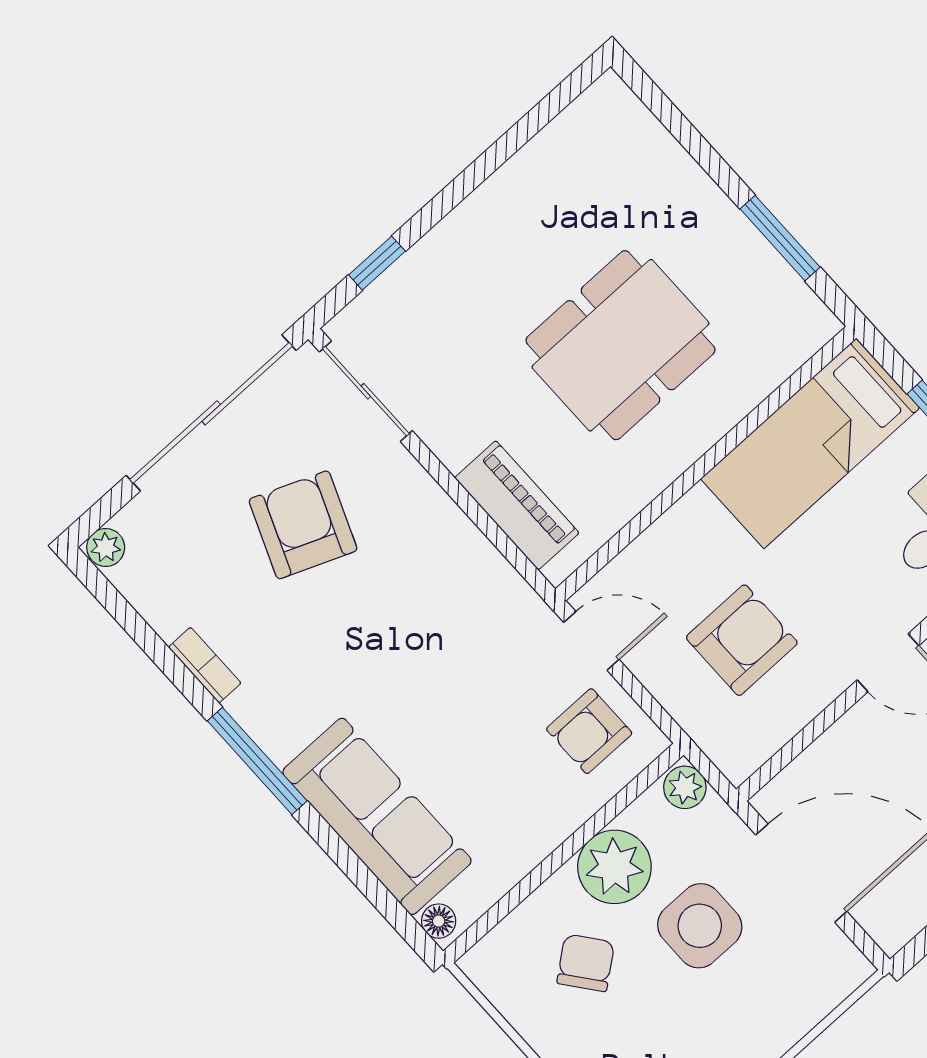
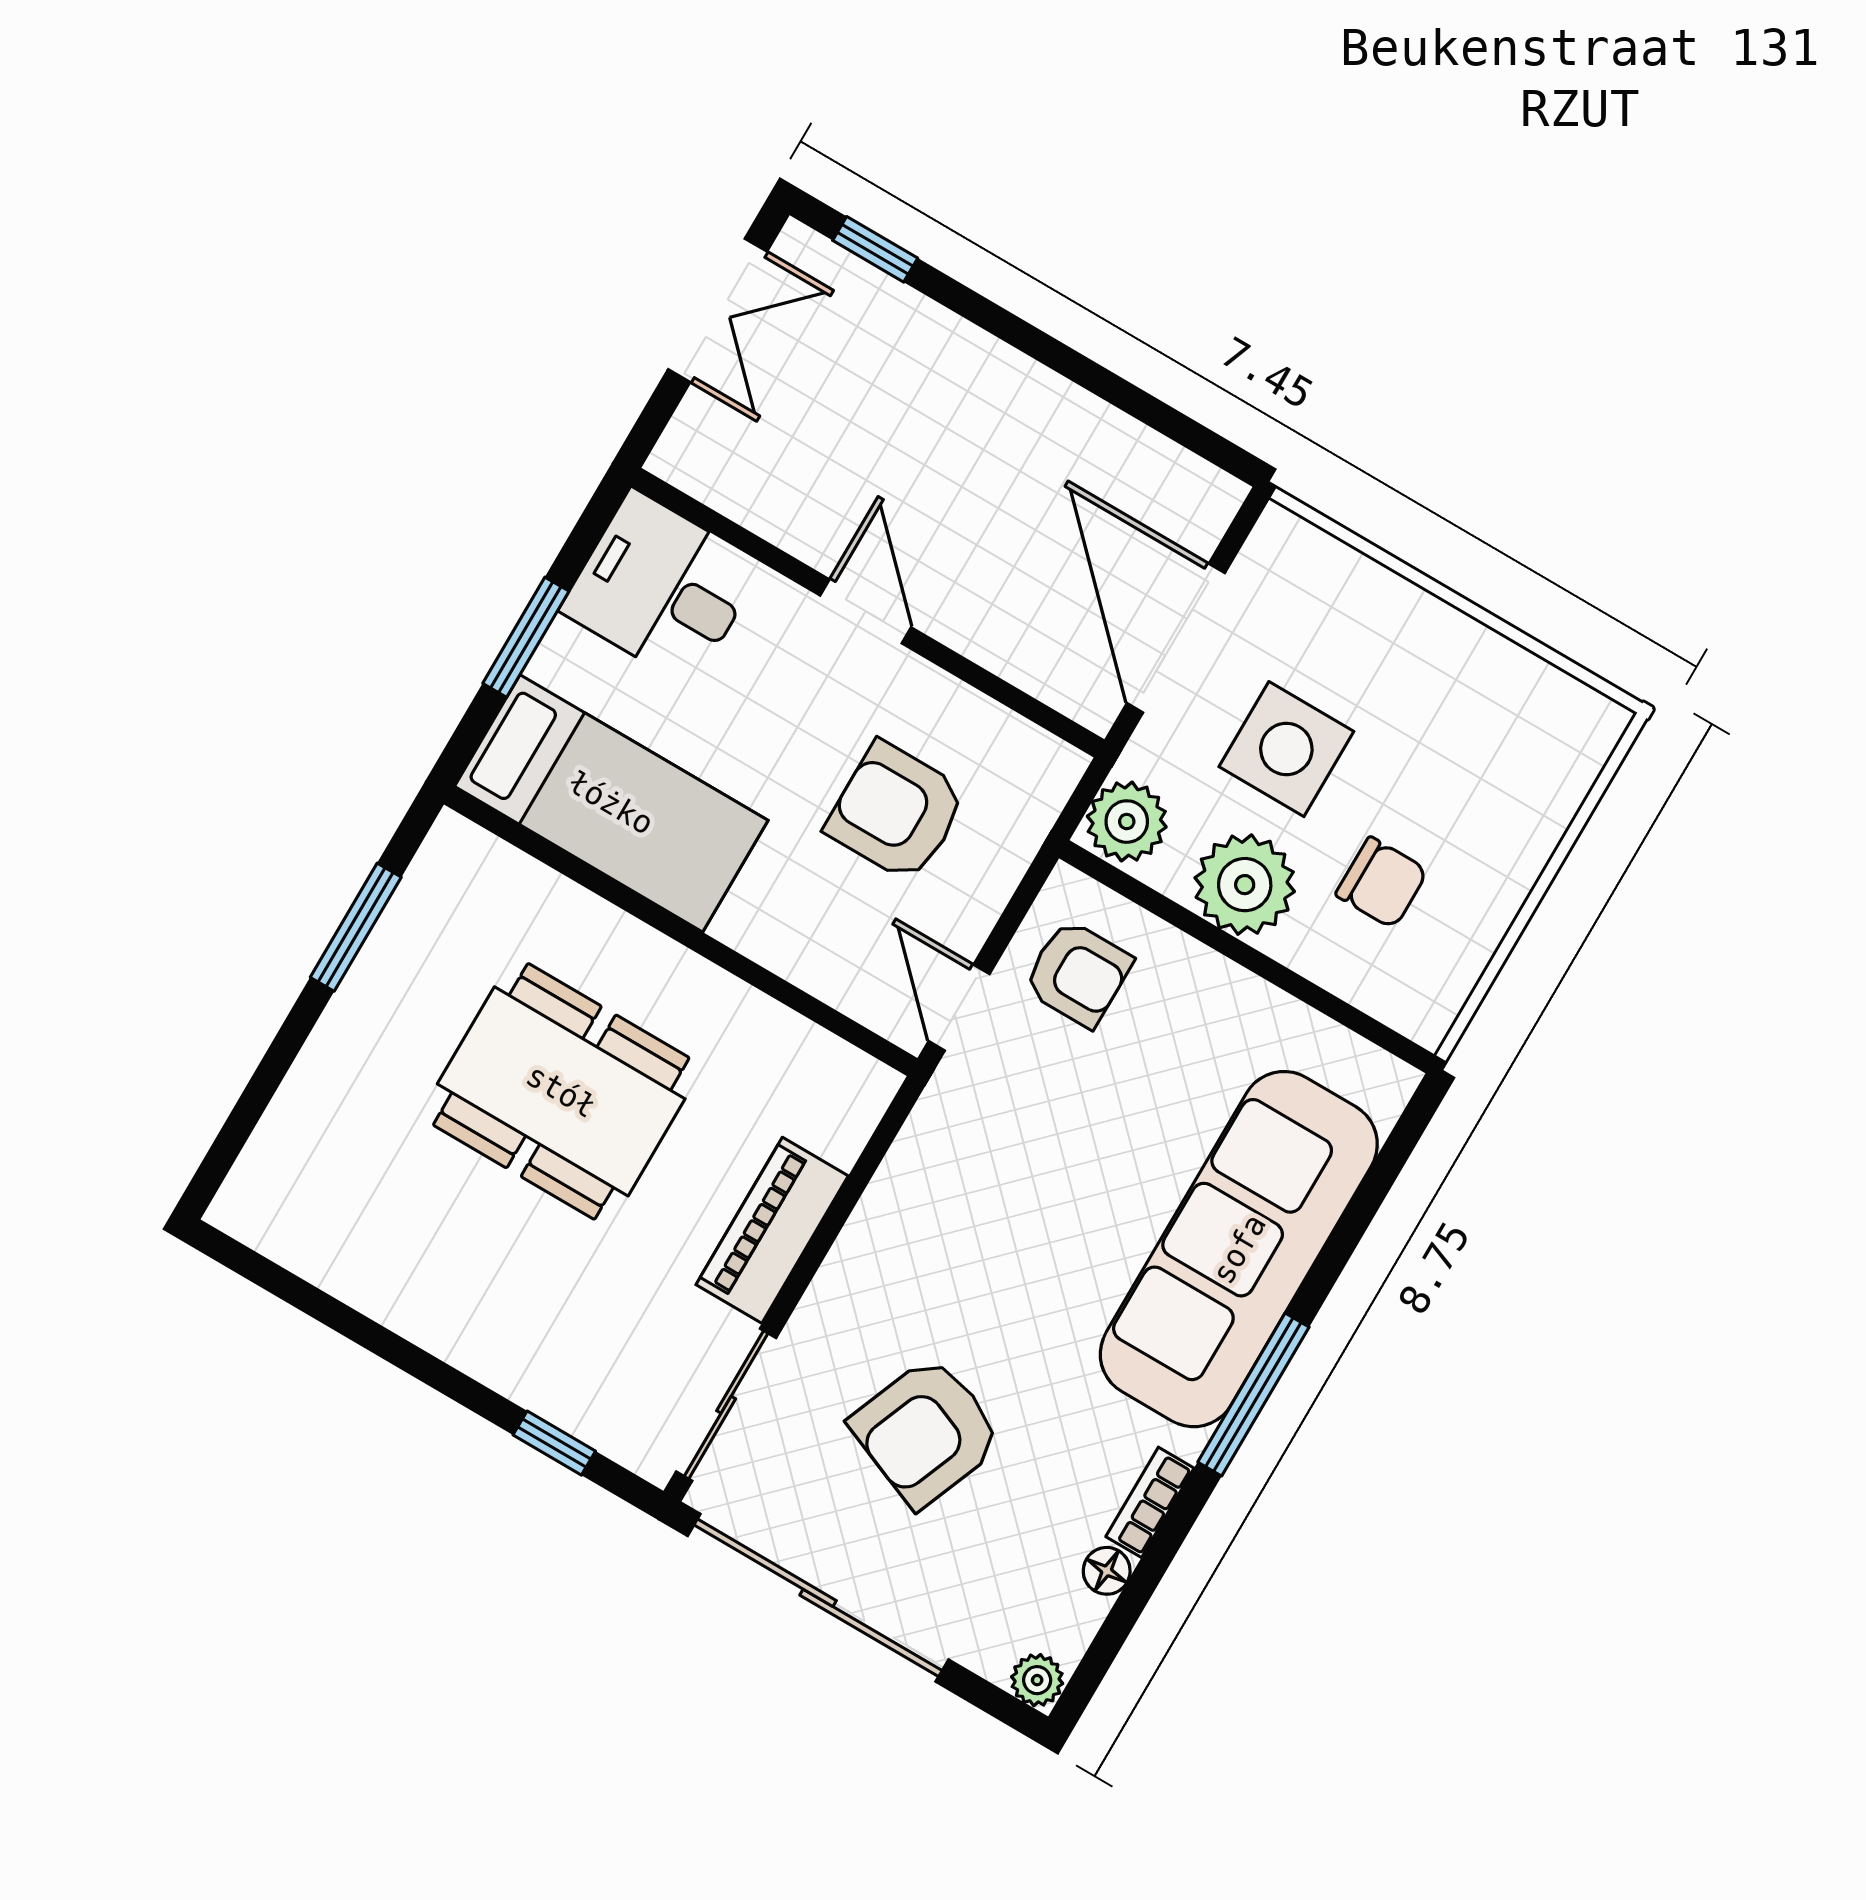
piano: (517, 505) -> (772, 1230), moved
plant: (685, 787) -> (1127, 822), width x1.38, depth x1.38
sofa: (377, 816) -> (1239, 1249), width x1.36, depth x1.27
floor lamp: (439, 921) -> (1107, 1571), moved
chair: (586, 963) -> (1382, 883), turned -142

